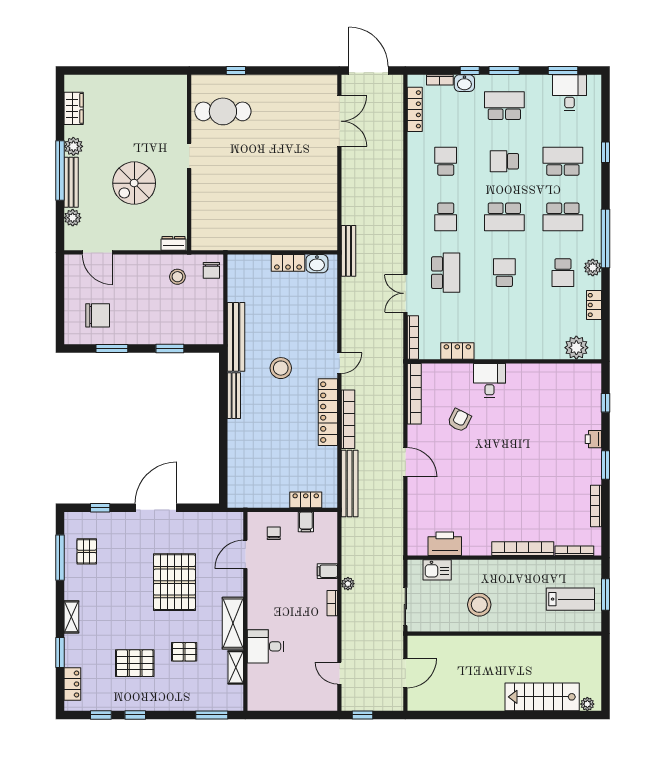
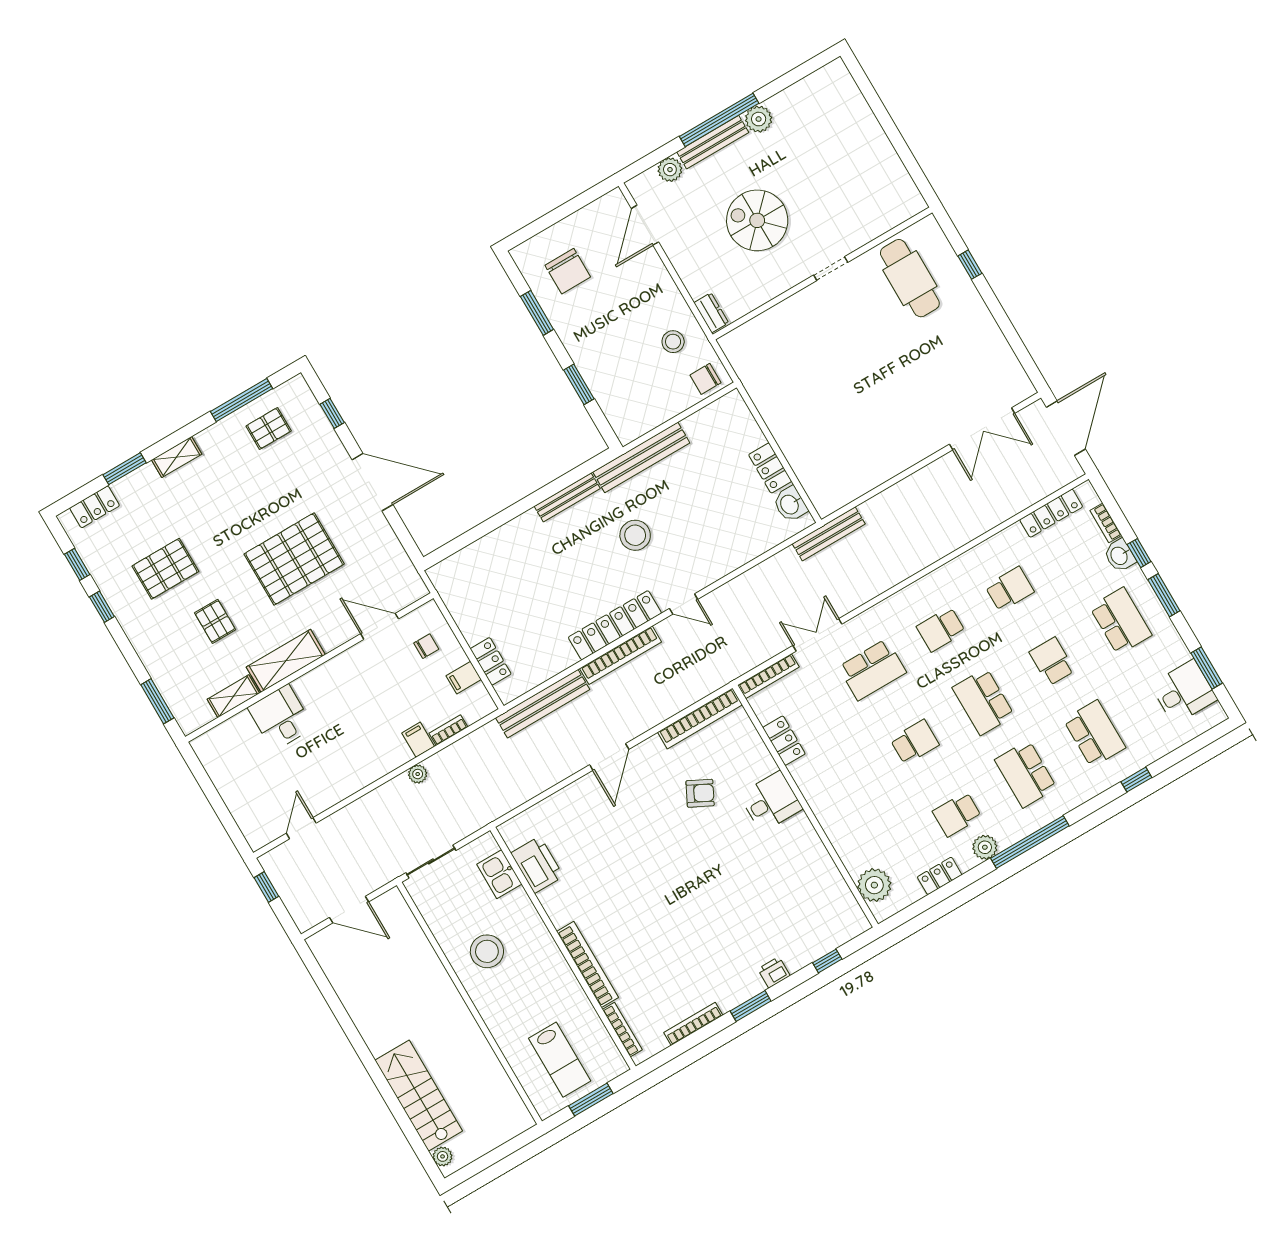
wardrobe: (74, 108) -> (805, 92), removed
bookcase: (332, 603) -> (448, 730), moved
pallet: (135, 663) -> (165, 569), turned 90

